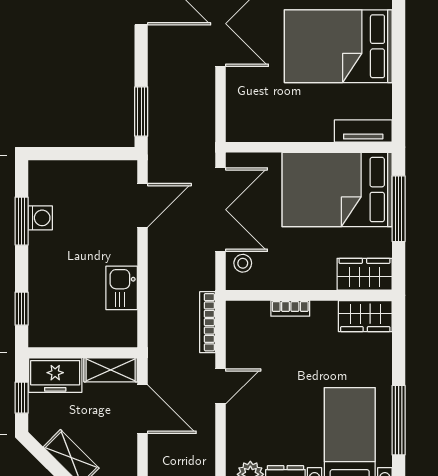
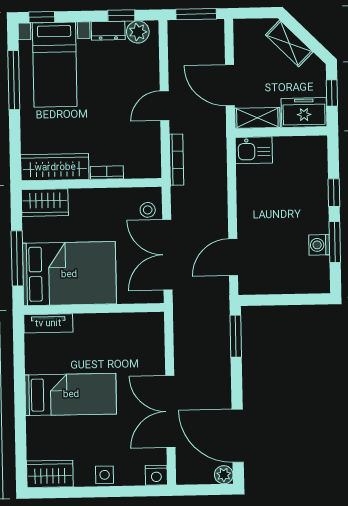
bed: (338, 46) -> (71, 394), width x0.67
kitchen sink: (122, 288) -> (254, 150), moved, turned 90
window: (22, 309) -> (334, 193), moved
wardrobe: (365, 316) -> (55, 167), width x1.50

